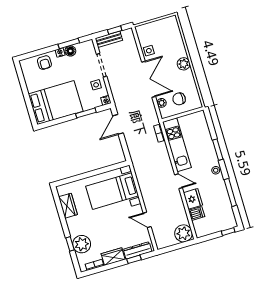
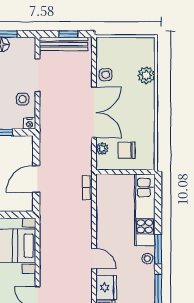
bench: (109, 39) -> (64, 44), width x1.36
plant: (184, 64) -> (146, 75), moved
door: (118, 124) -> (36, 179), moved
kitchen unit: (177, 145) -> (145, 210), moved, turned 180
window: (218, 150) -> (158, 249), moved

